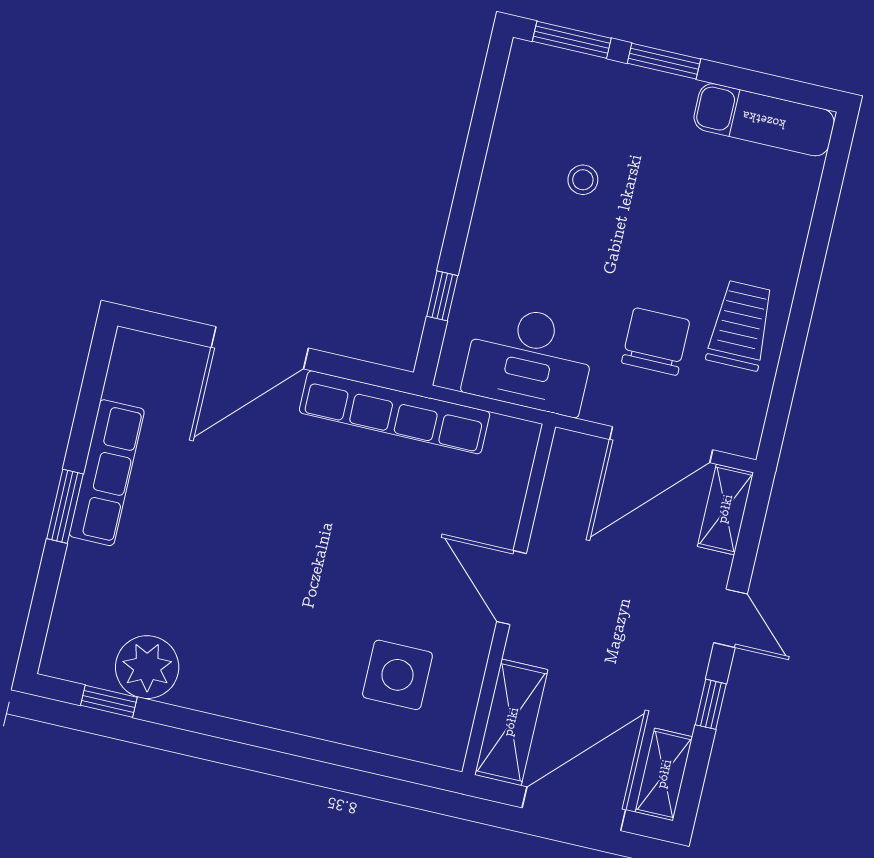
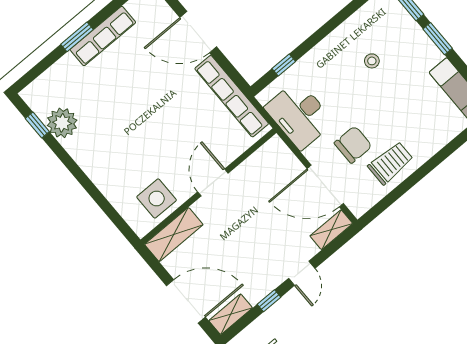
door: (511, 588) -> (213, 182), moved
wall: (509, 599) -> (208, 186), moved
shelving: (511, 722) -> (174, 234), moved

